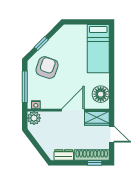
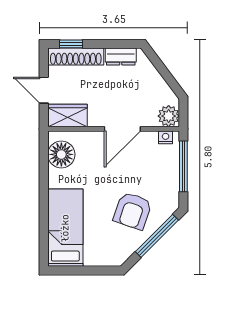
window: (41, 44) -> (157, 236), width x2.17
armchair: (47, 68) -> (133, 211), moved
door: (73, 110) -> (122, 129), moved

